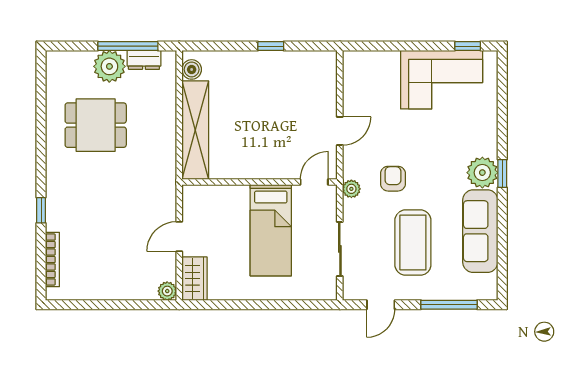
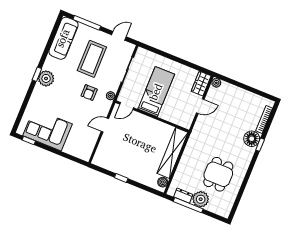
dining table: (96, 125) -> (218, 174), turned 90
floor lamp: (61, 215) -> (252, 139), added
sofa: (480, 231) -> (63, 38), moved

